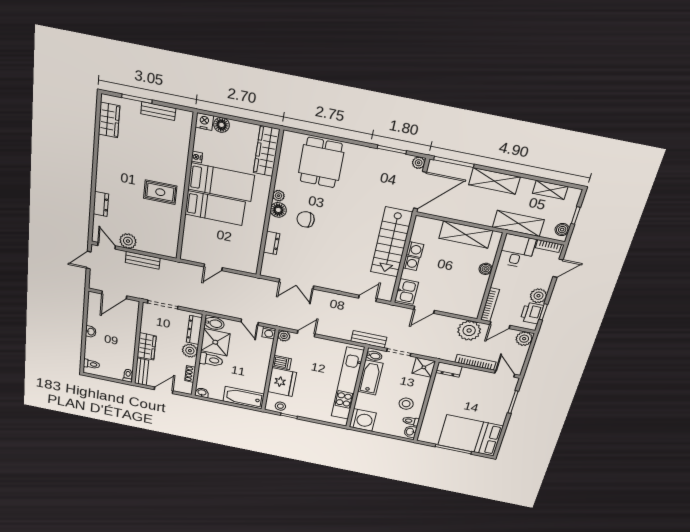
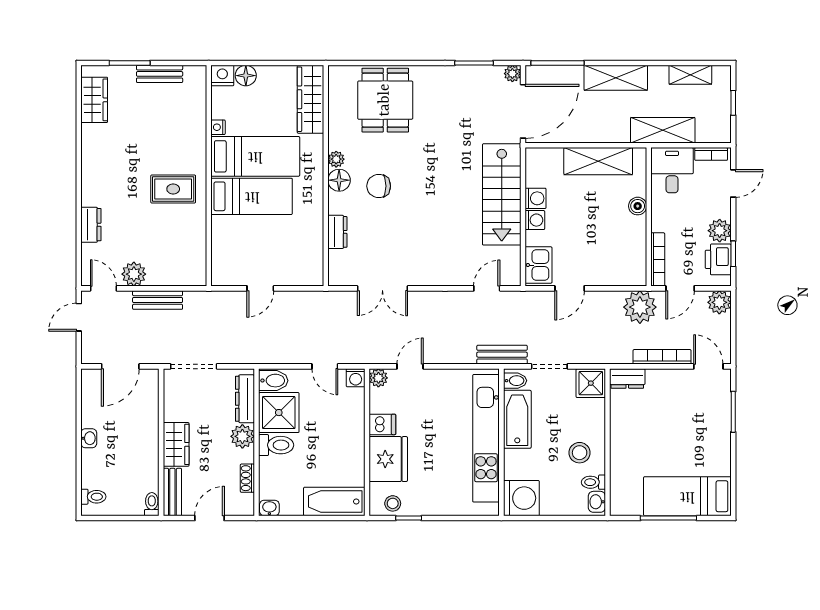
boiler: (562, 230) -> (722, 126), removed
bed: (470, 435) -> (687, 496), width x0.67

